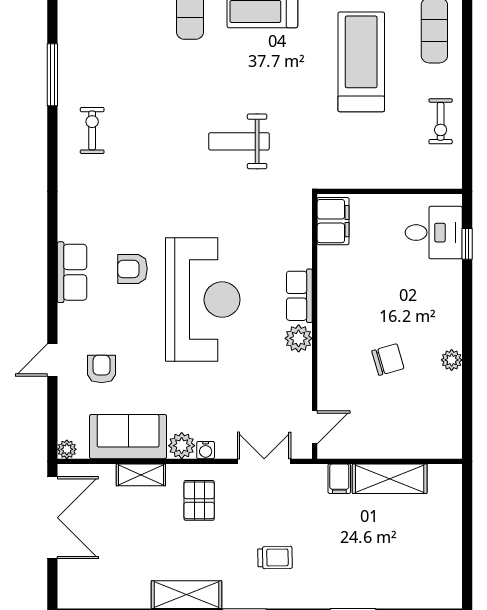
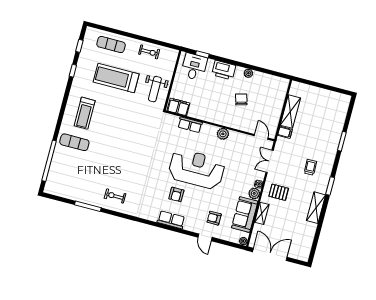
weight bench: (239, 141) -> (155, 89), moved
row of seats: (299, 296) -> (190, 125), moved
printer: (444, 302) -> (224, 70), added

